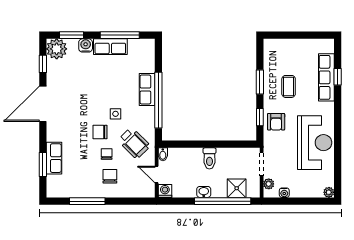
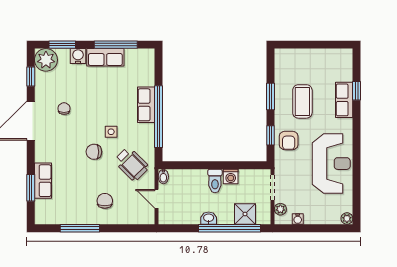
row of seats: (326, 77) -> (344, 100), width x0.68
coffee table: (289, 86) -> (302, 101), width x1.36, depth x1.30
chair: (107, 154) -> (64, 109), moved
washing machine: (165, 191) -> (231, 177), moved, turned 180

